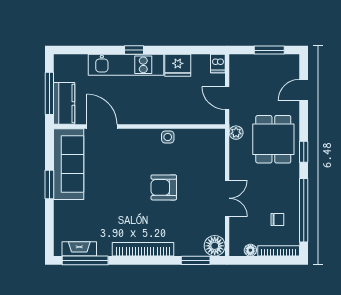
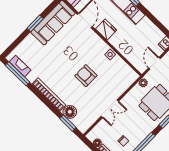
fridge: (178, 65) -> (106, 30), moved, turned 180
floor lamp: (215, 246) -> (70, 112), moved

